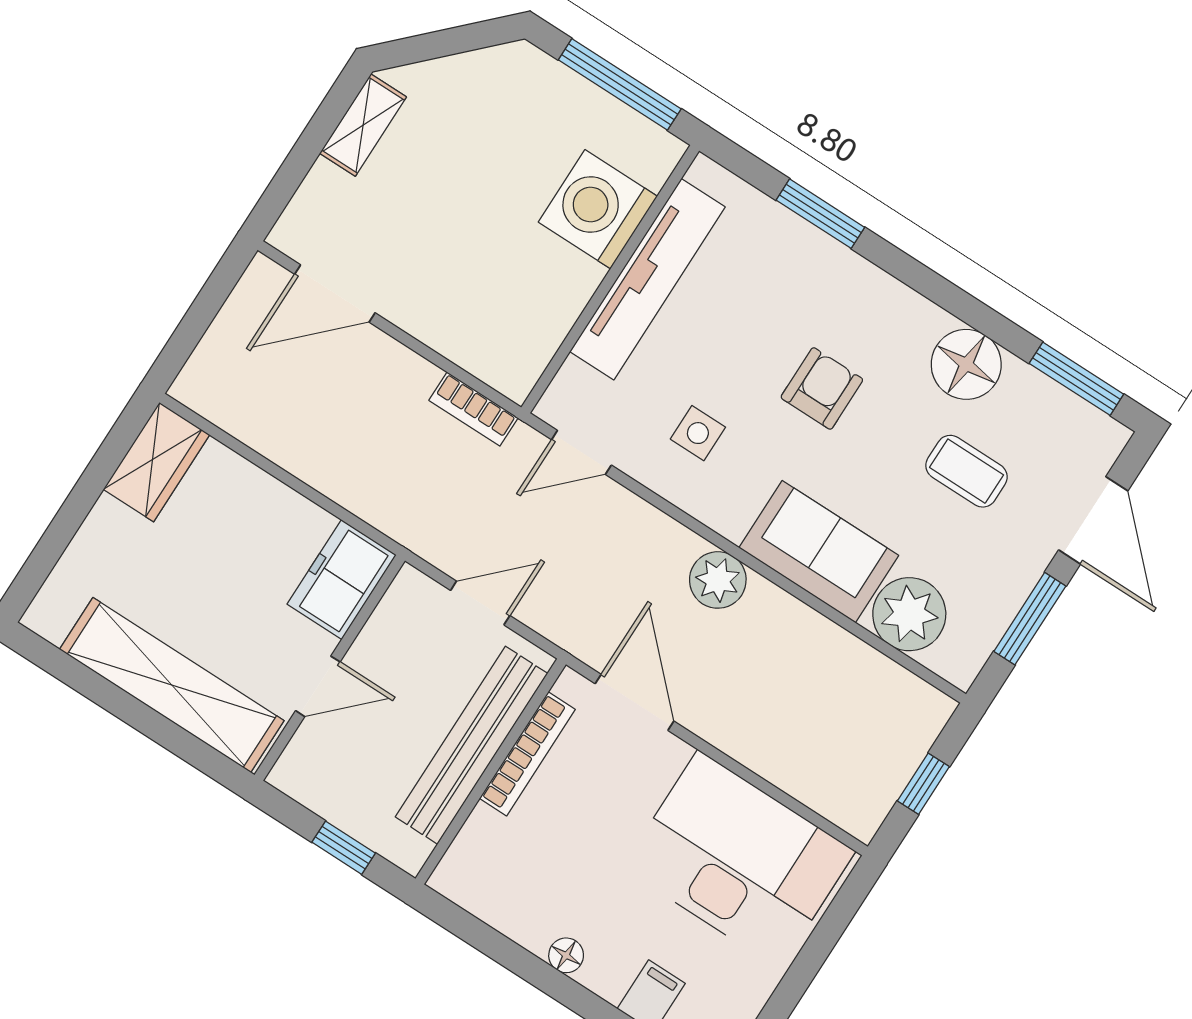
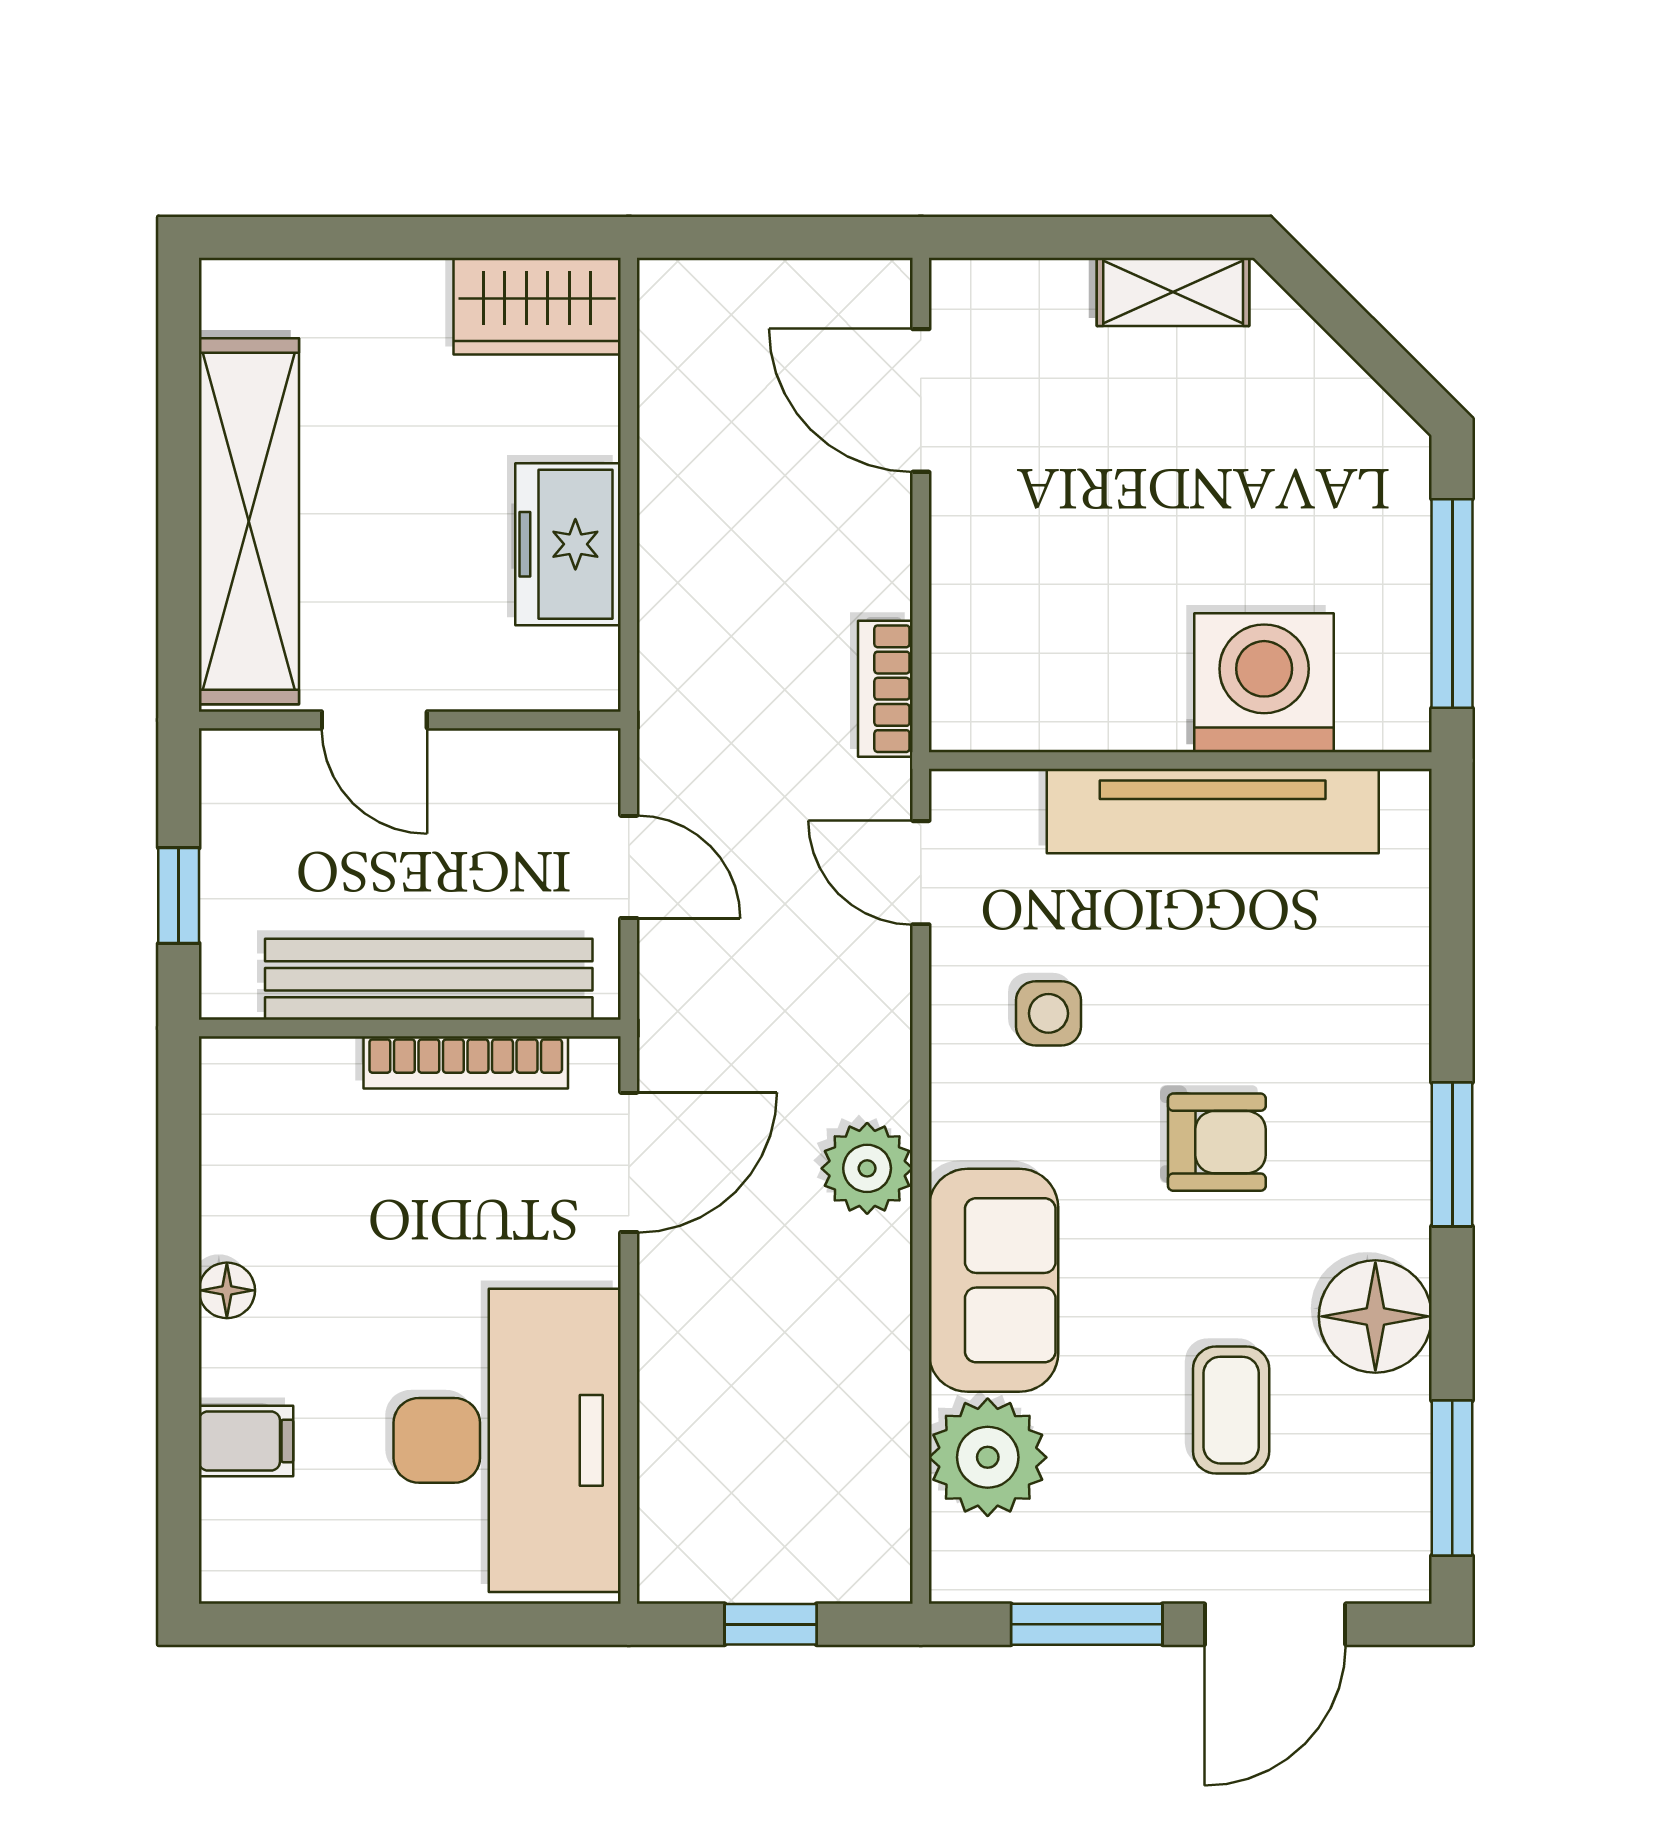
window: (820, 214) -> (1452, 1154), moved
freezer: (342, 580) -> (568, 544), moved, turned -90

